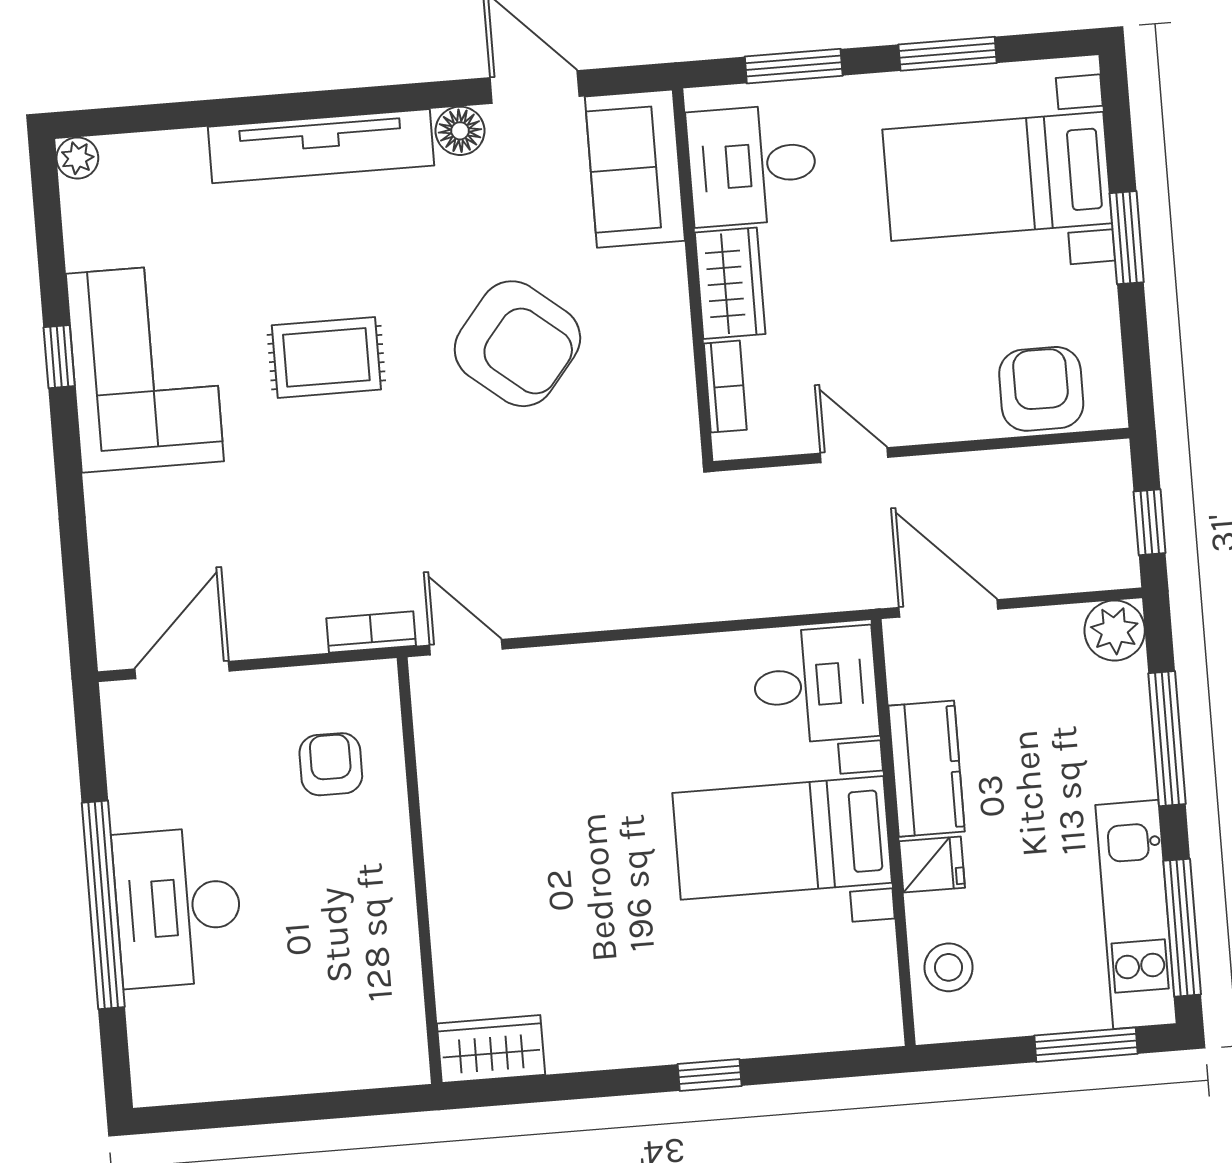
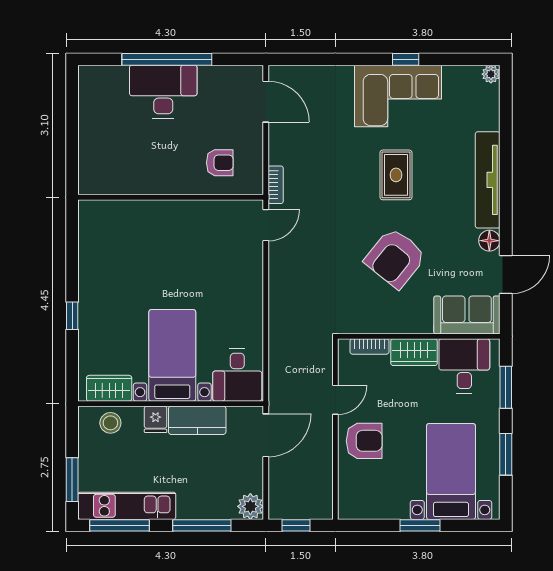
armchair: (1041, 389) -> (364, 441), moved
wardrobe: (491, 1049) -> (109, 388), moved, turned -90

